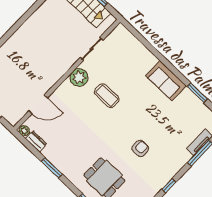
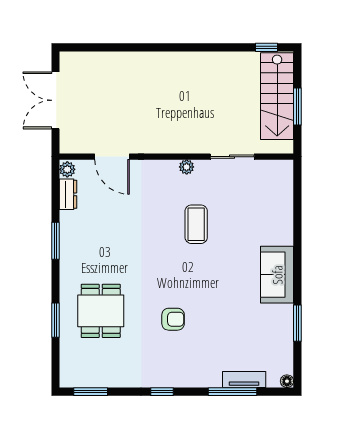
plant: (79, 77) -> (187, 167), width x0.53, depth x0.53

